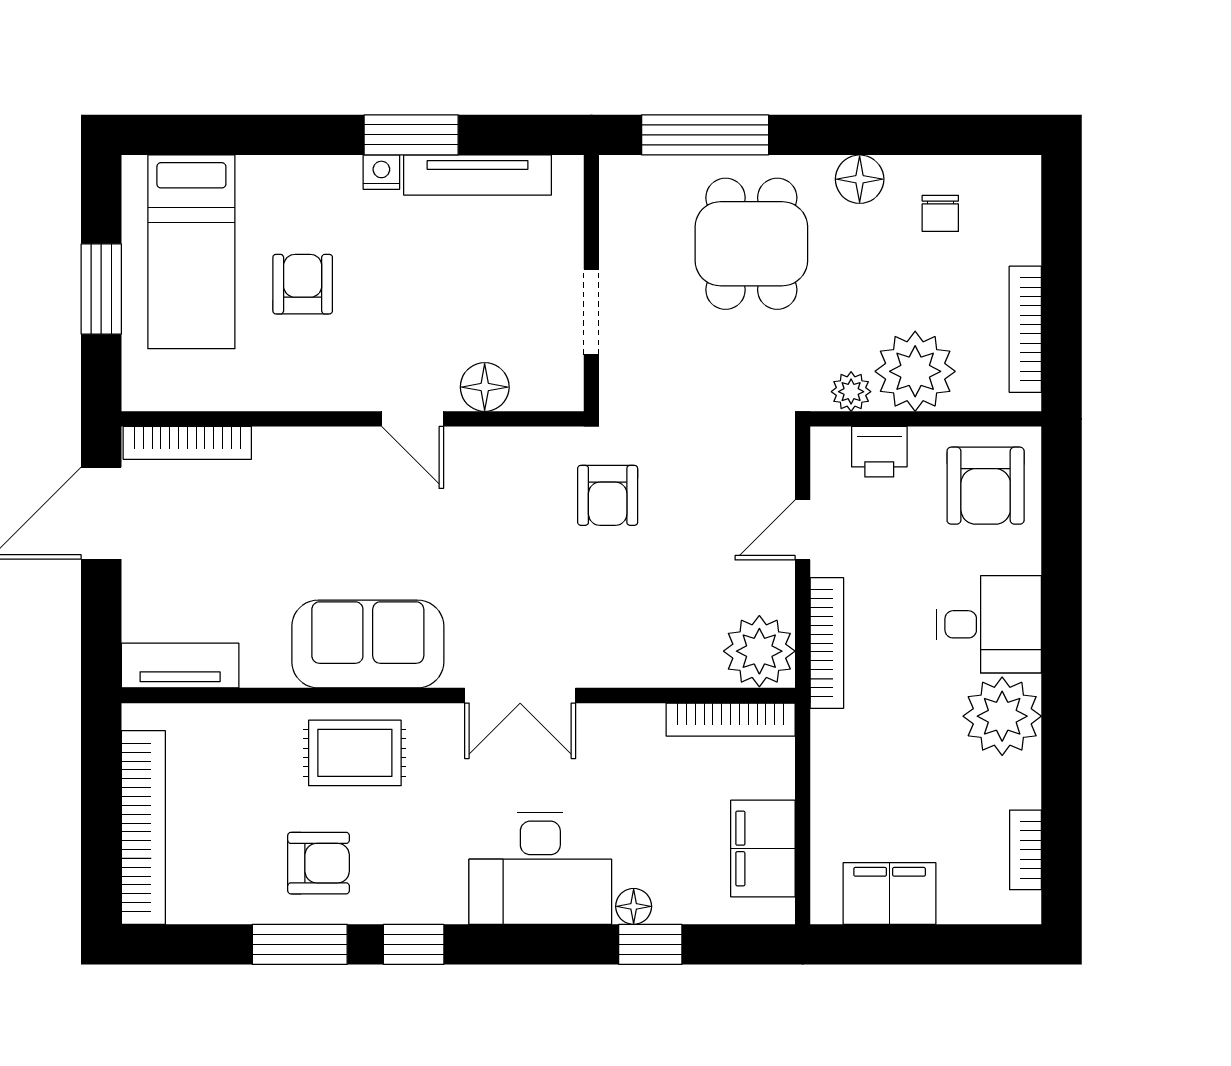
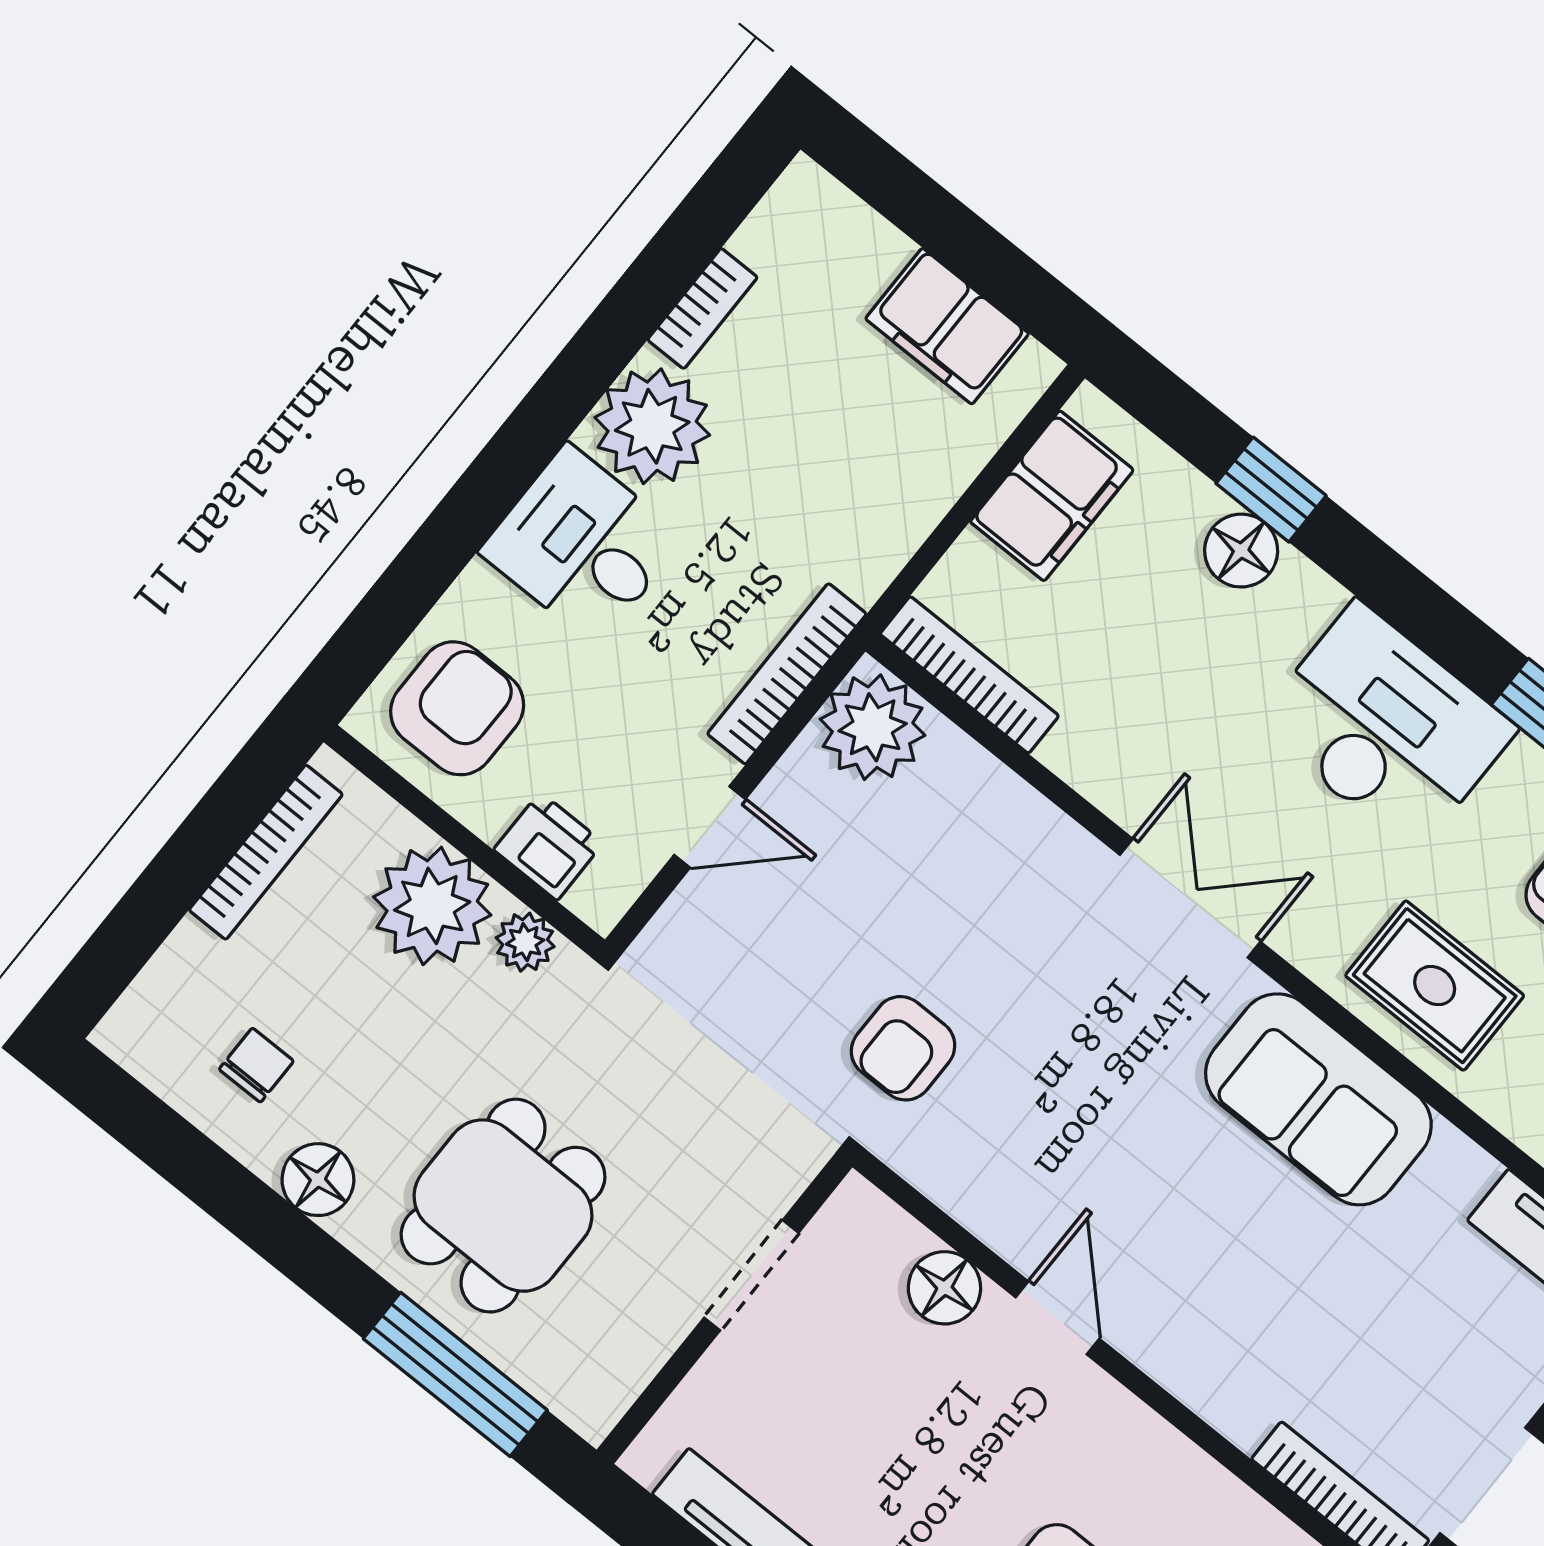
armchair: (608, 495) -> (903, 1048), turned 180
bookcase: (1026, 850) -> (702, 308), moved
desk: (540, 868) -> (1386, 727), moved
floor lamp: (634, 906) -> (1241, 551), width x1.37, depth x1.37

